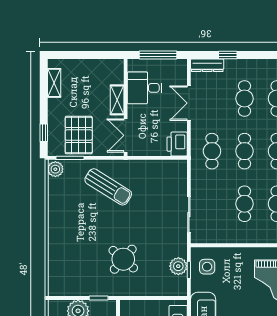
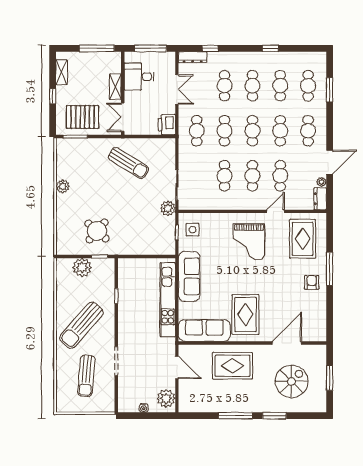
window: (95, 55) -> (97, 48), added
double door: (189, 103) -> (177, 90), swing flipped
window: (44, 133) -> (53, 96), moved
pallet: (79, 135) -> (83, 117), turned 90
plant: (55, 169) -> (63, 186), moved
sun lounger: (108, 187) -> (128, 163), moved
round table: (123, 259) -> (97, 231), moved
plant: (178, 266) -> (168, 208), moved

